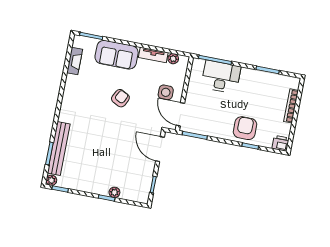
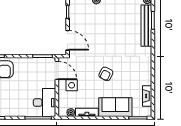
desk: (221, 77) -> (45, 103), moved, turned -90

